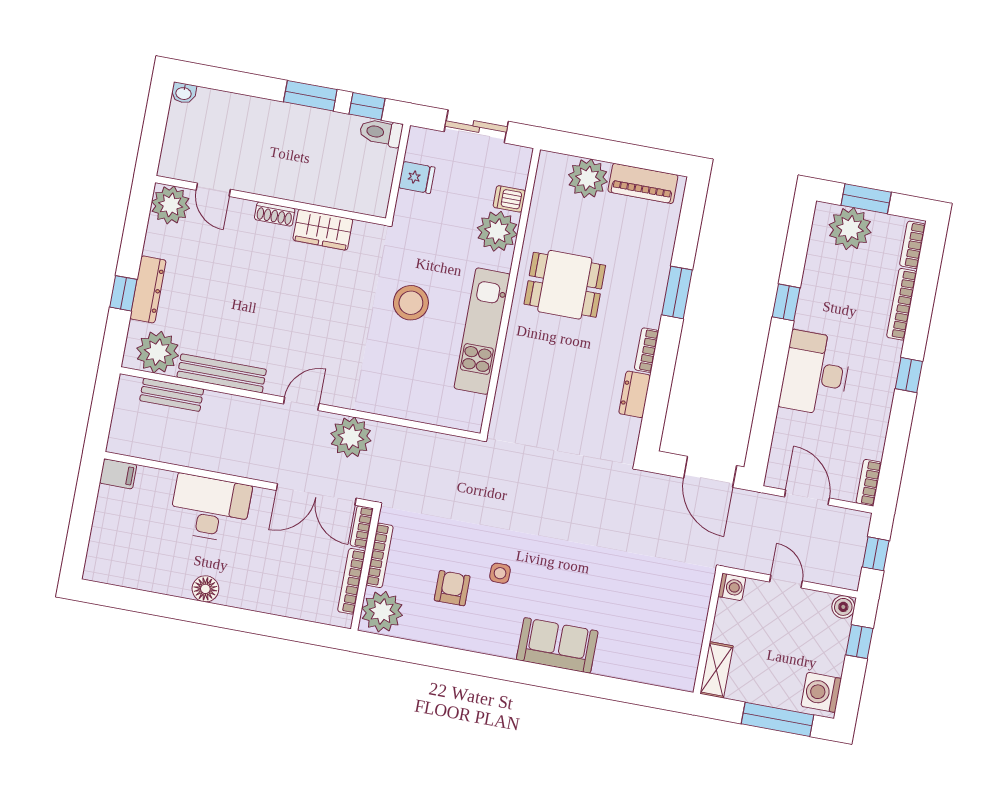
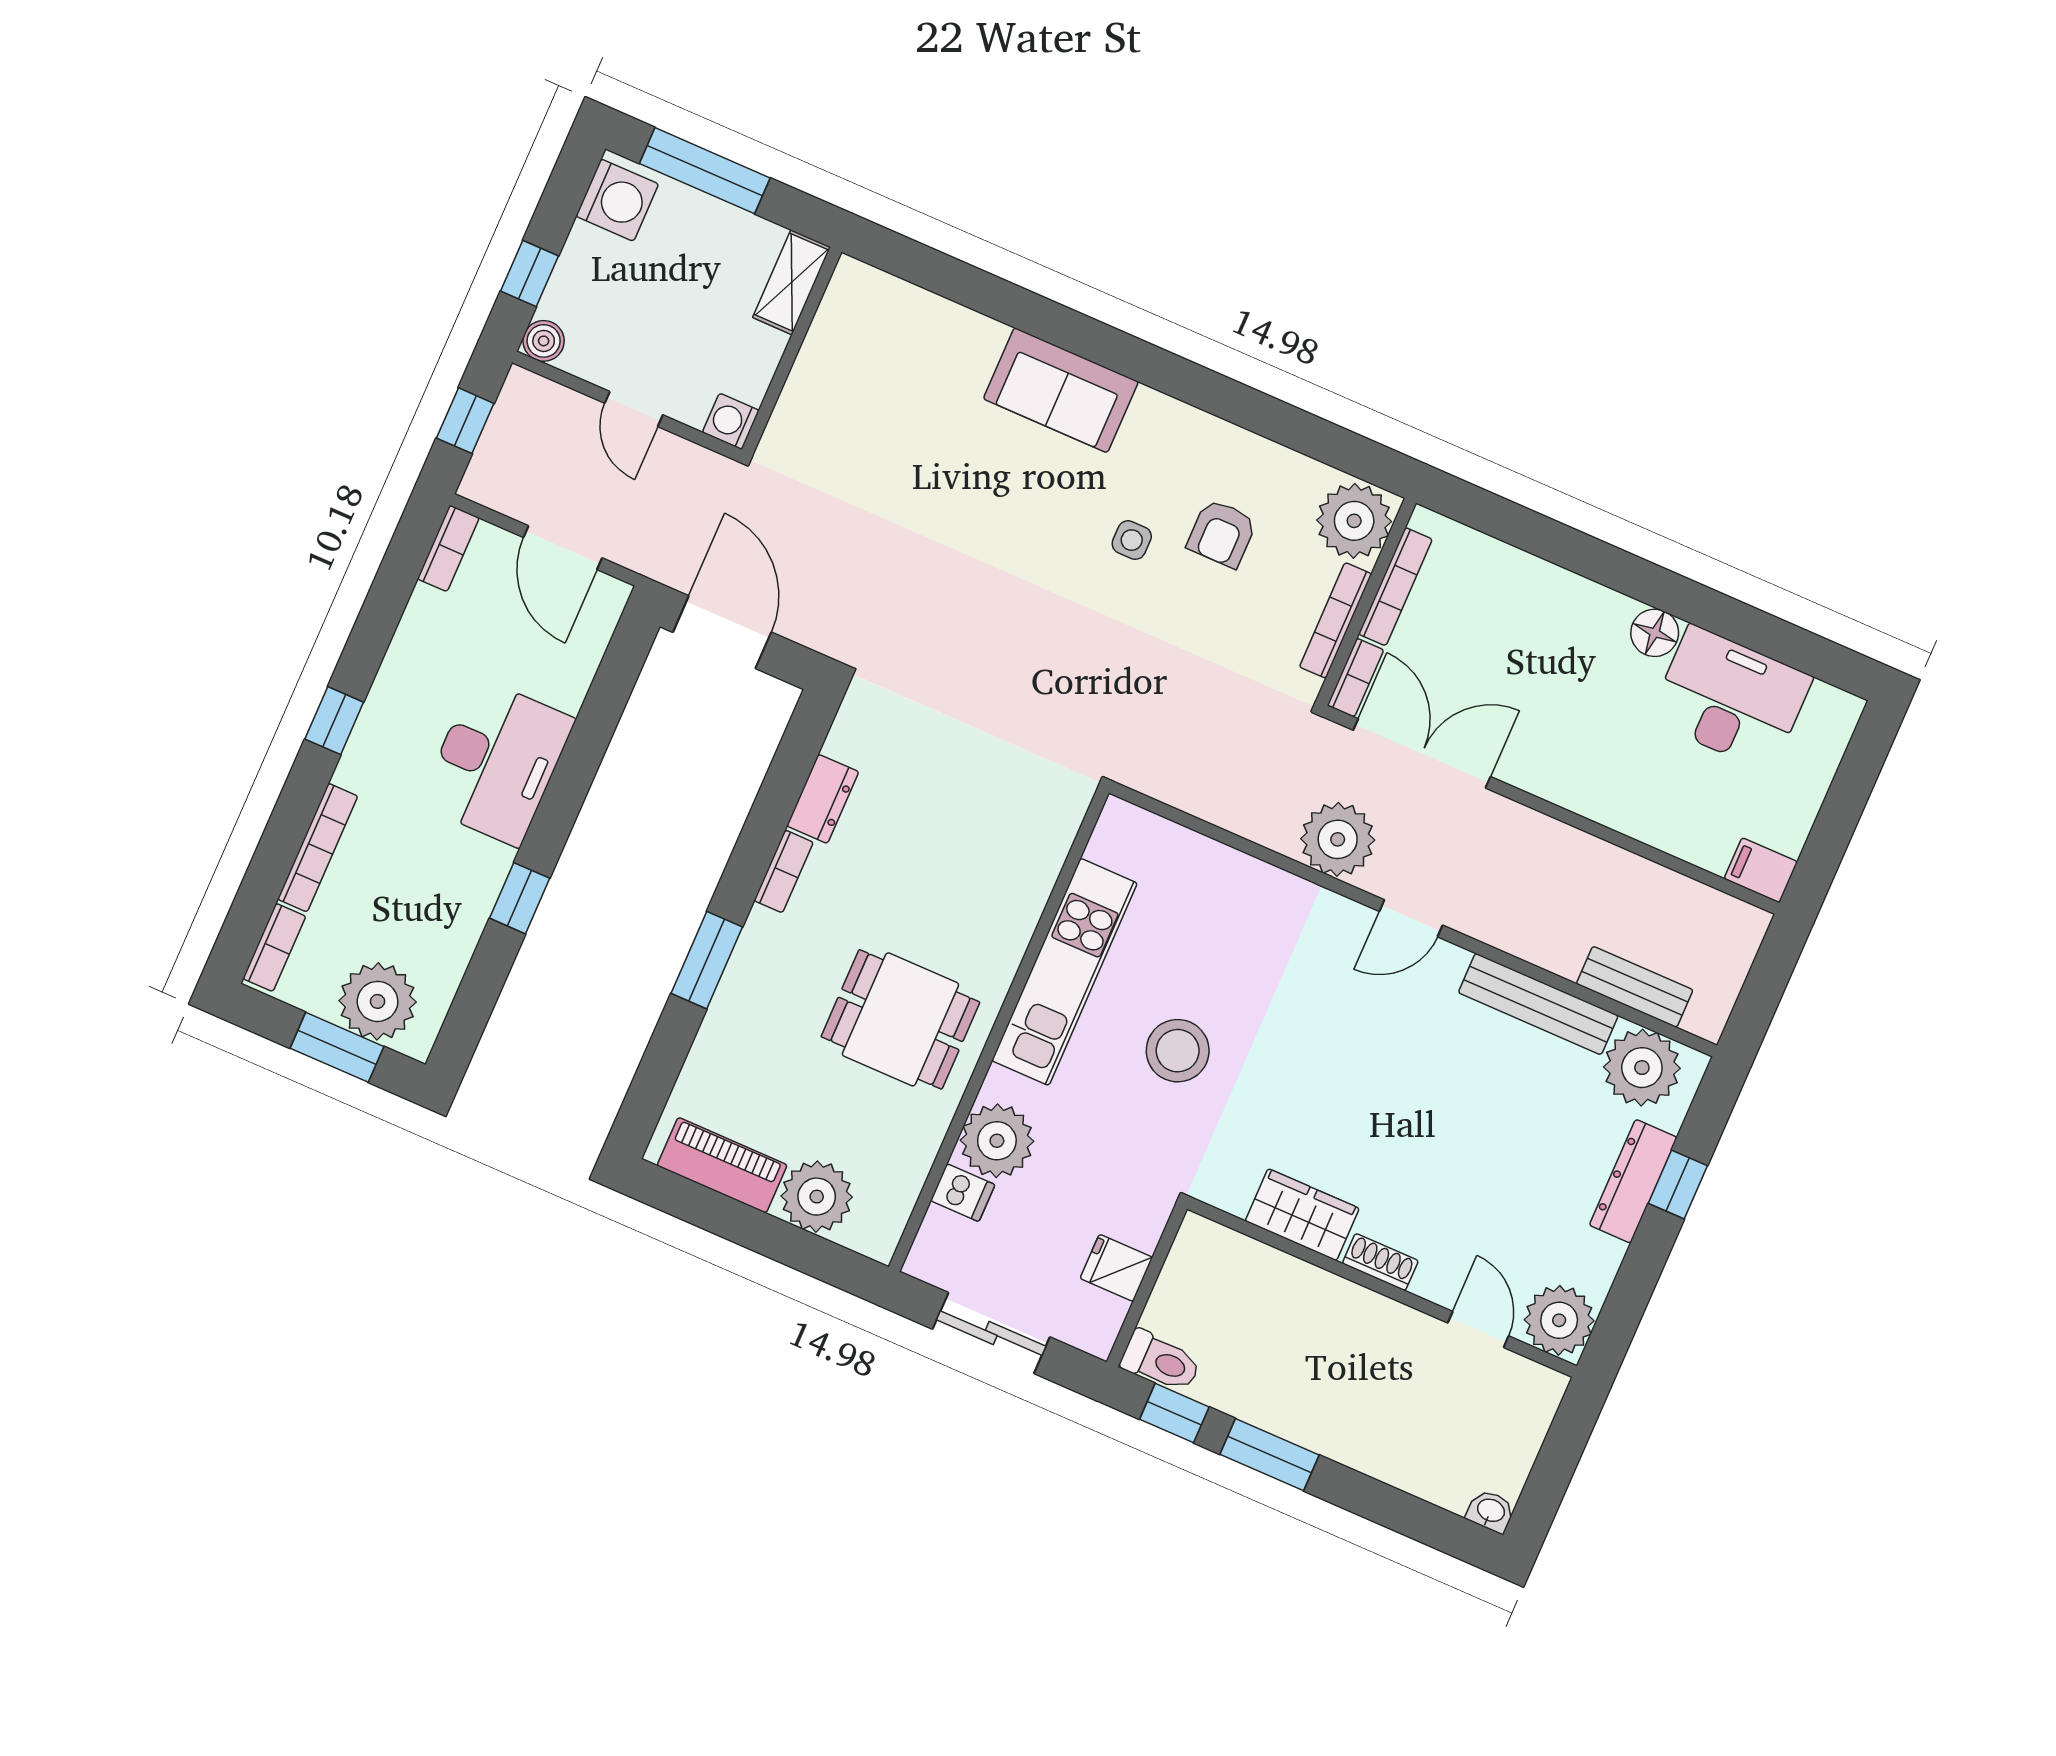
desk: (210, 508) -> (1731, 698), moved, turned 180

